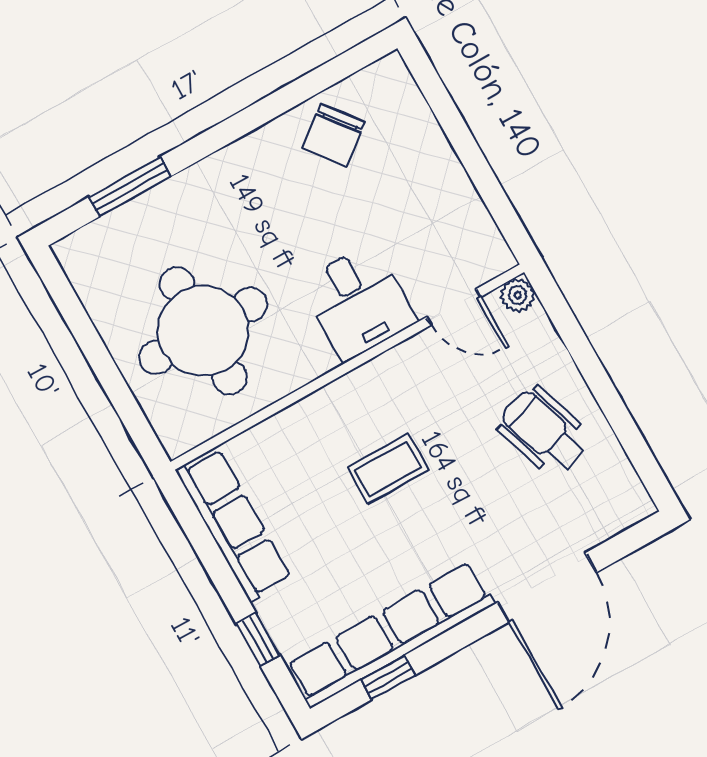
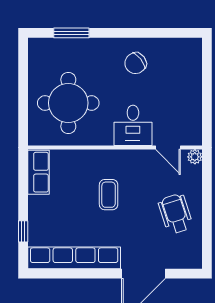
chair: (334, 135) -> (136, 63), moved
coffee table: (388, 469) -> (109, 195), turned 90
row of seats: (234, 525) -> (38, 172), width x0.68
window: (388, 677) -> (64, 274), removed

